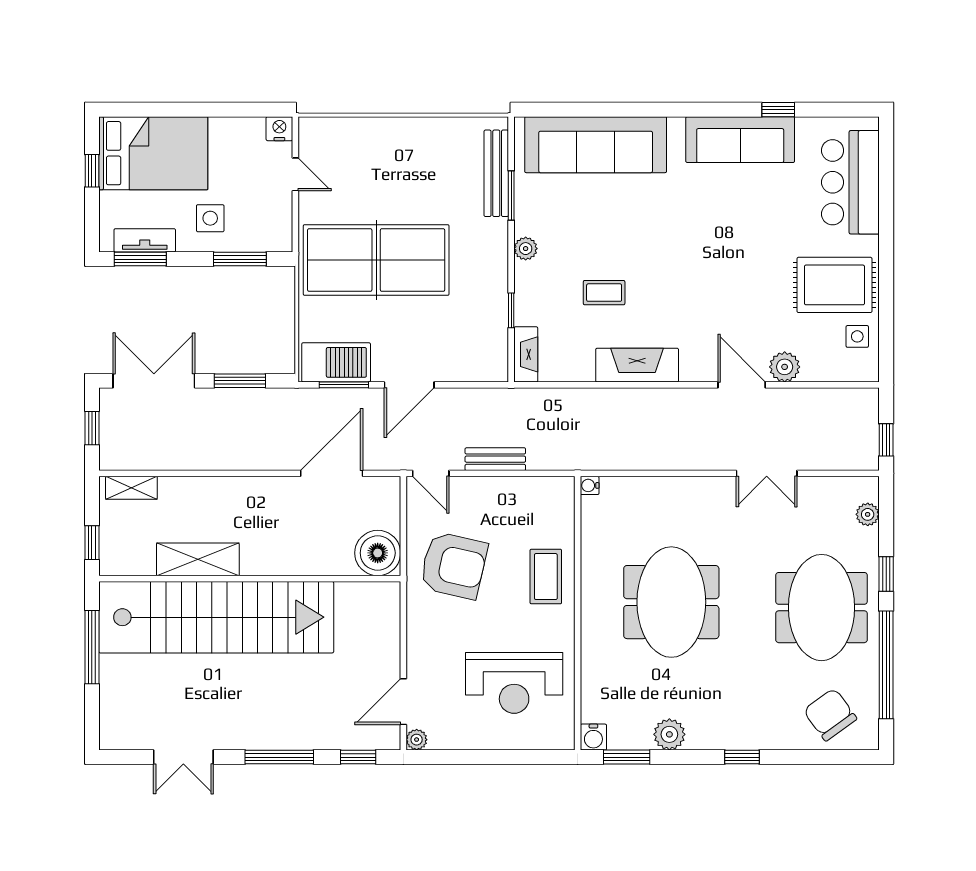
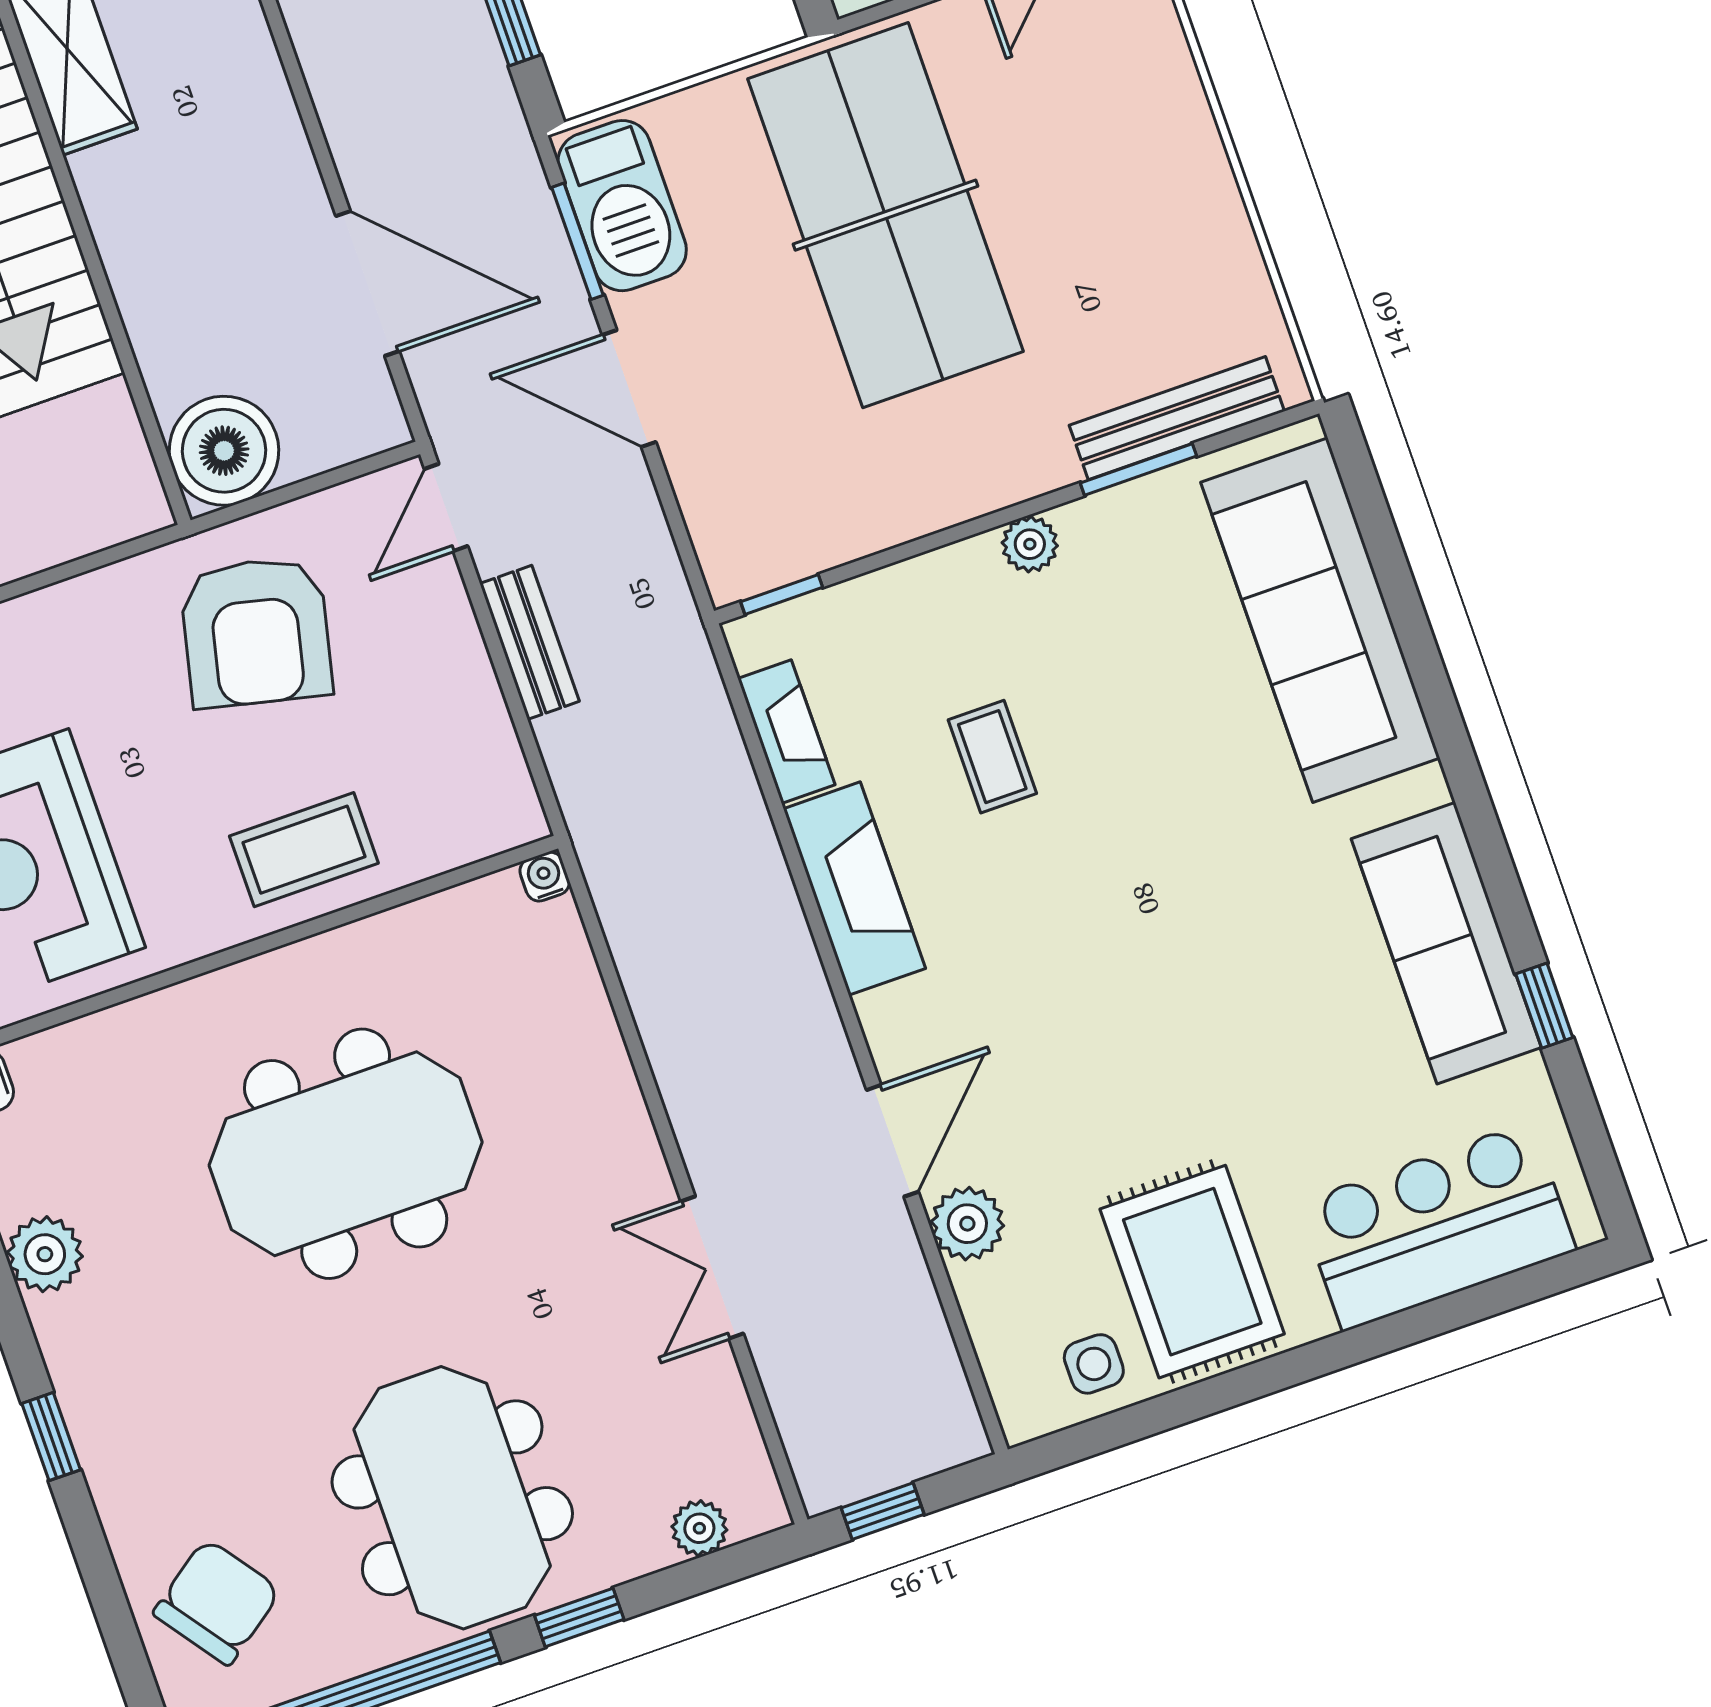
window: (511, 310) -> (782, 594), moved
fireplace: (526, 354) -> (786, 732), moved, turned -90
meeting table: (822, 608) -> (452, 1498), turned 90

